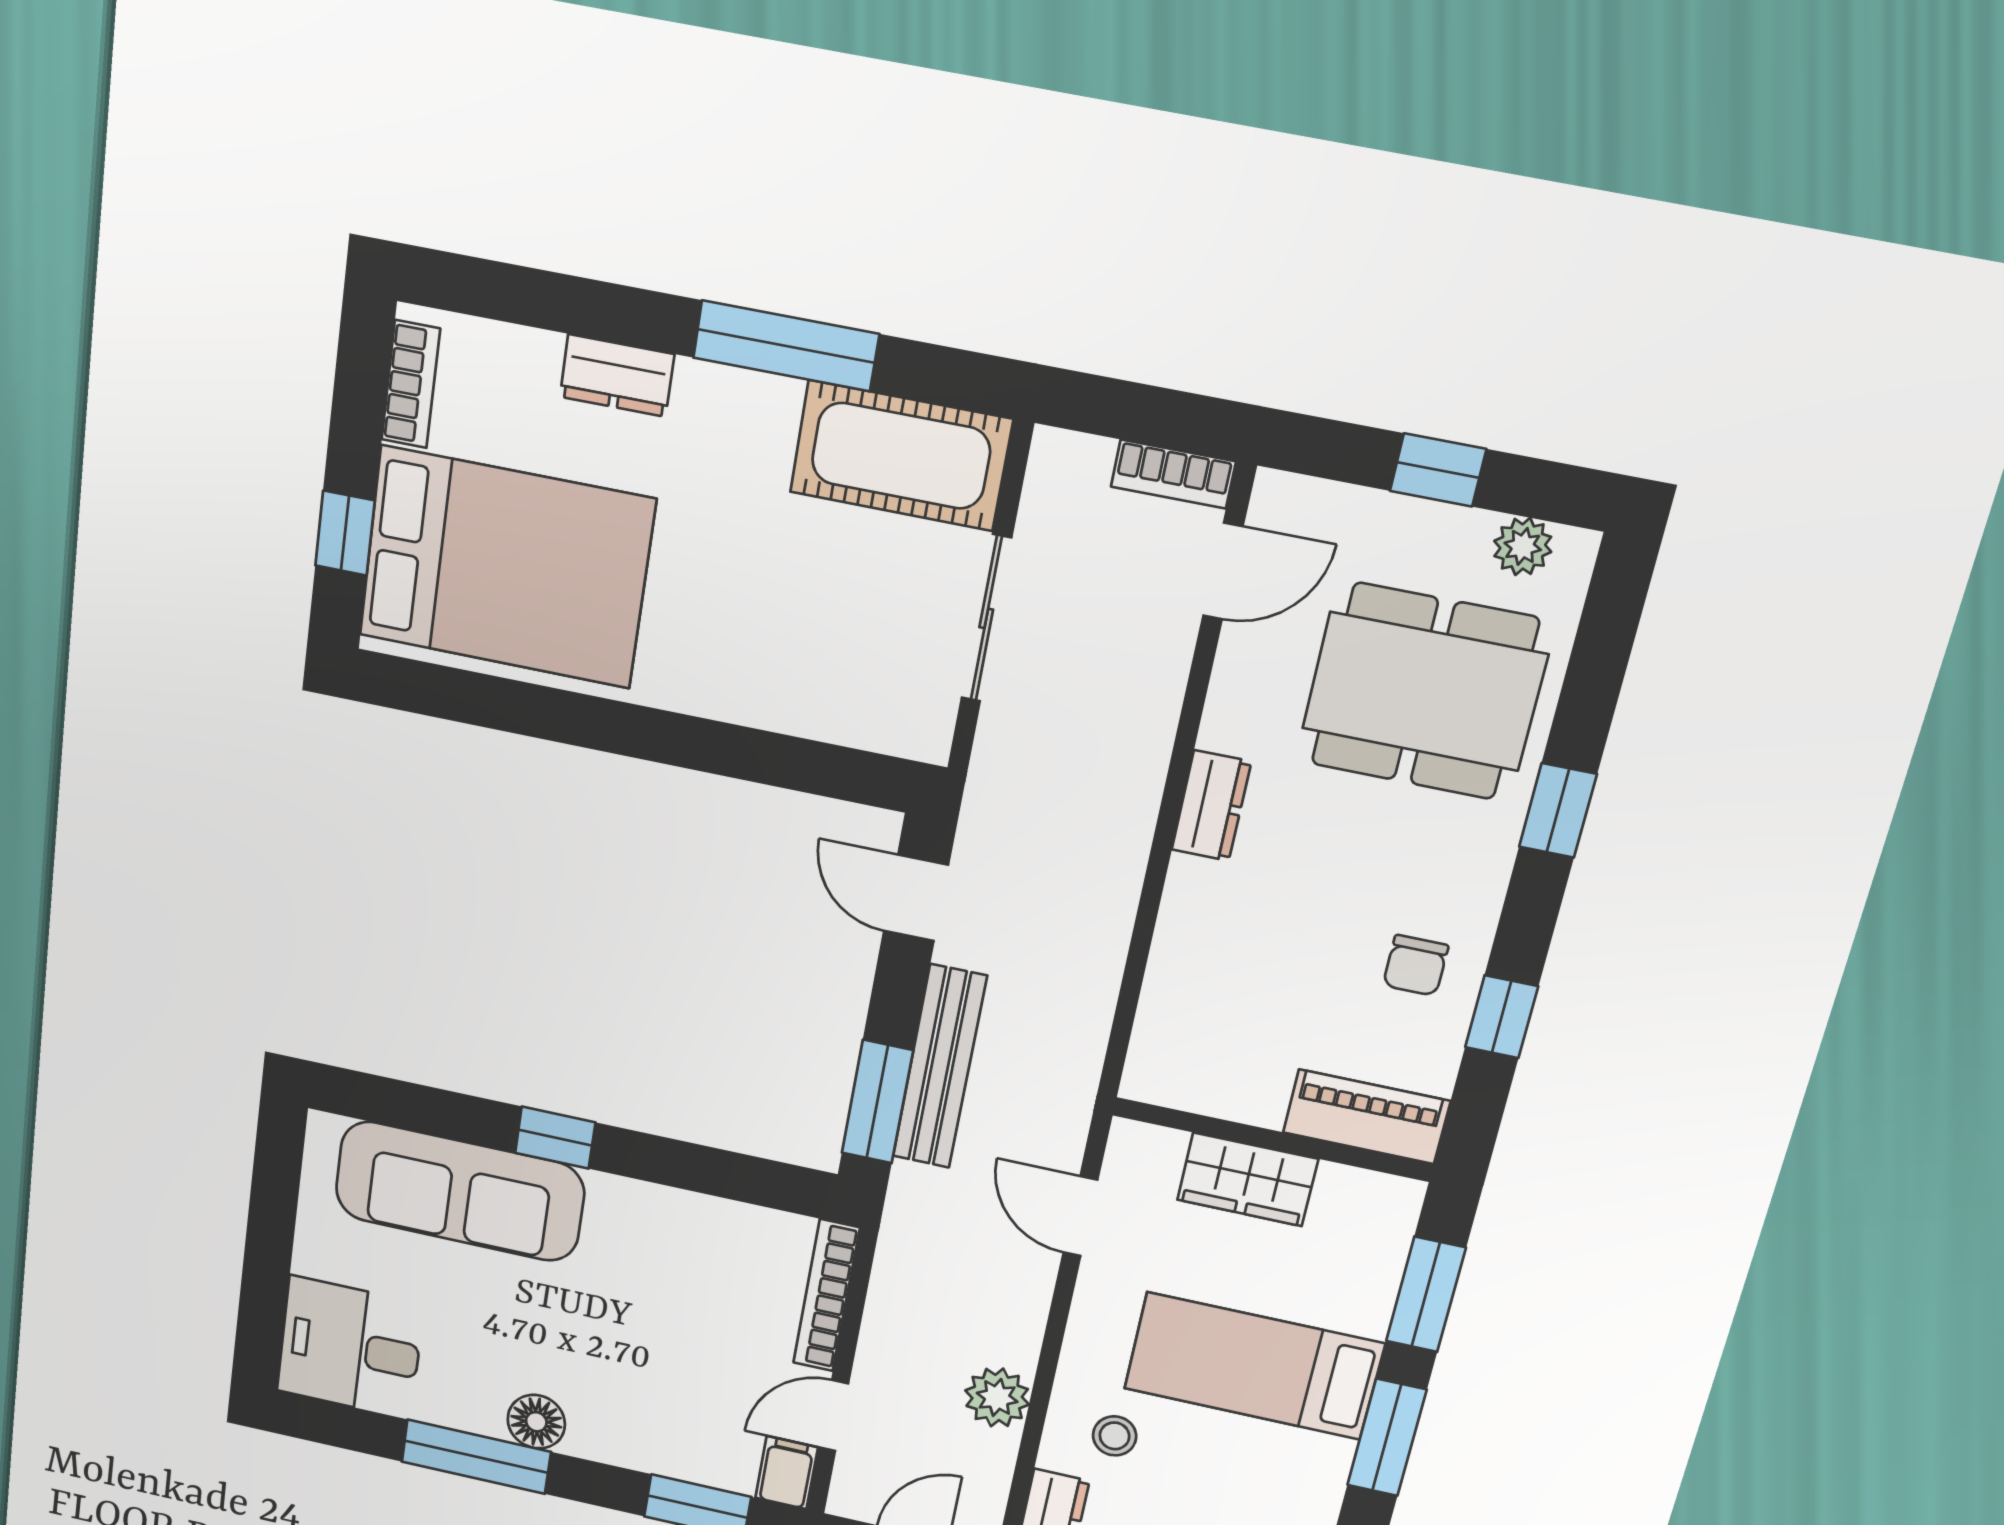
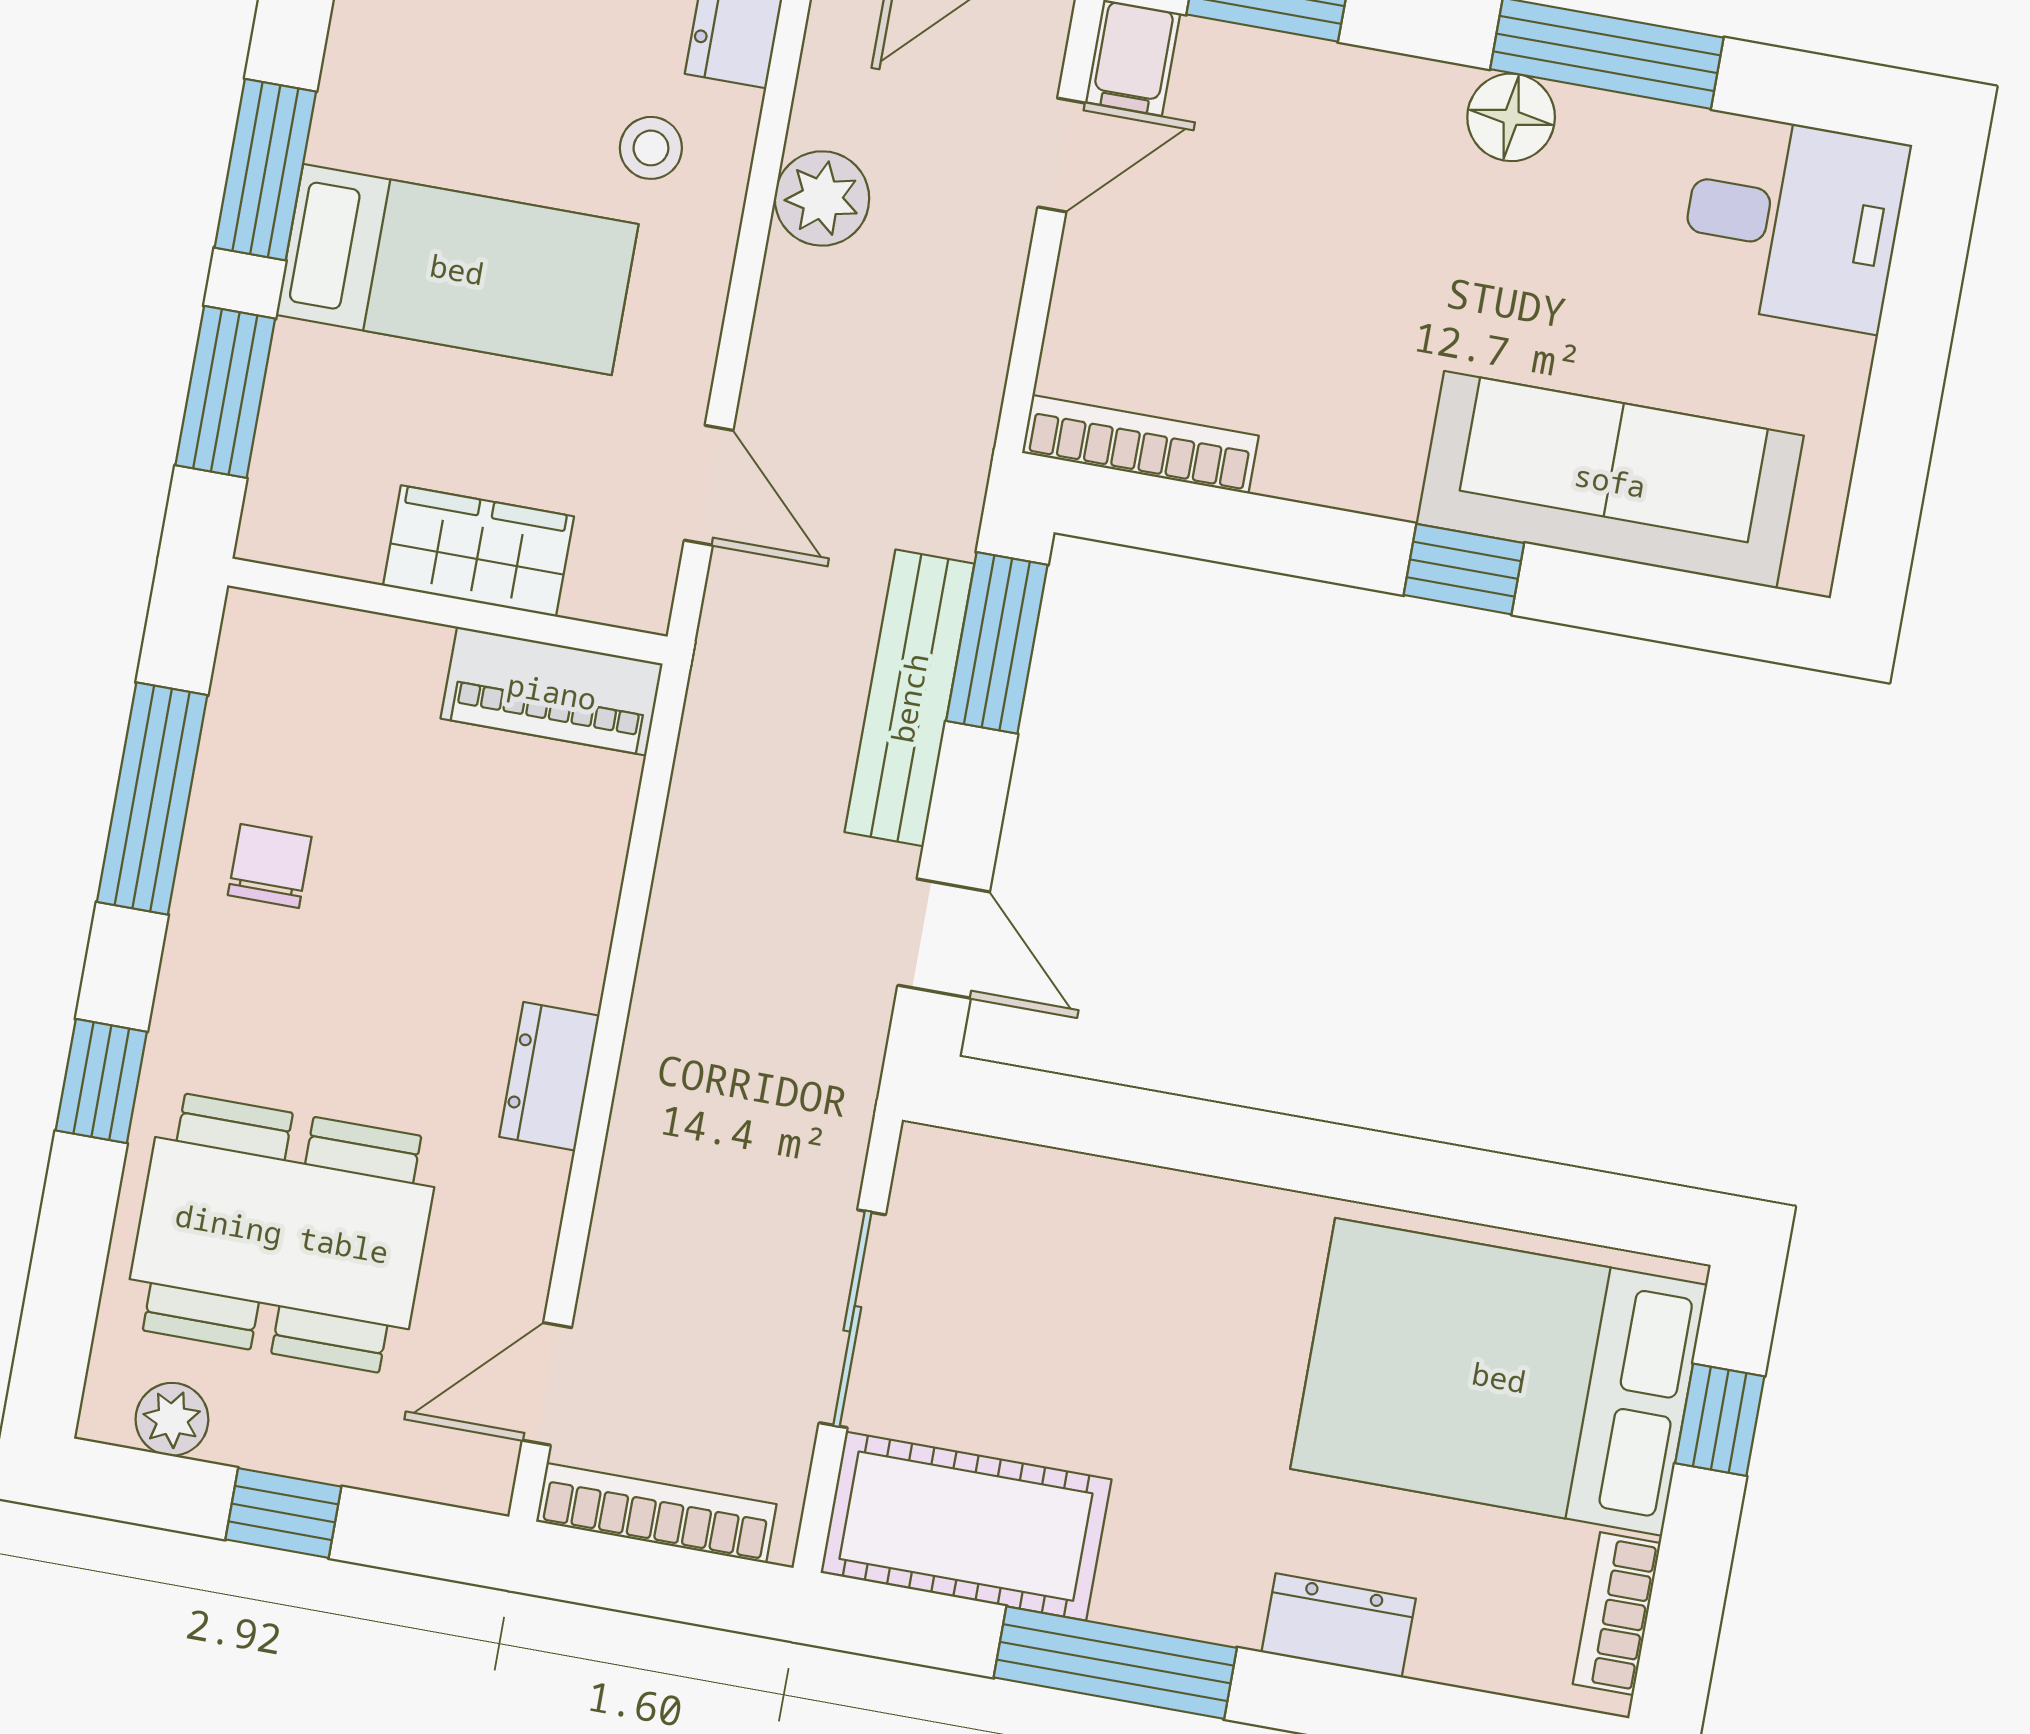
bookcase: (1173, 474) -> (656, 1513), width x1.56
window: (1502, 1017) -> (152, 799), width x2.17
piano: (1366, 1117) -> (552, 691), moved
bookcase: (826, 1296) -> (1140, 444), moved, turned -90

